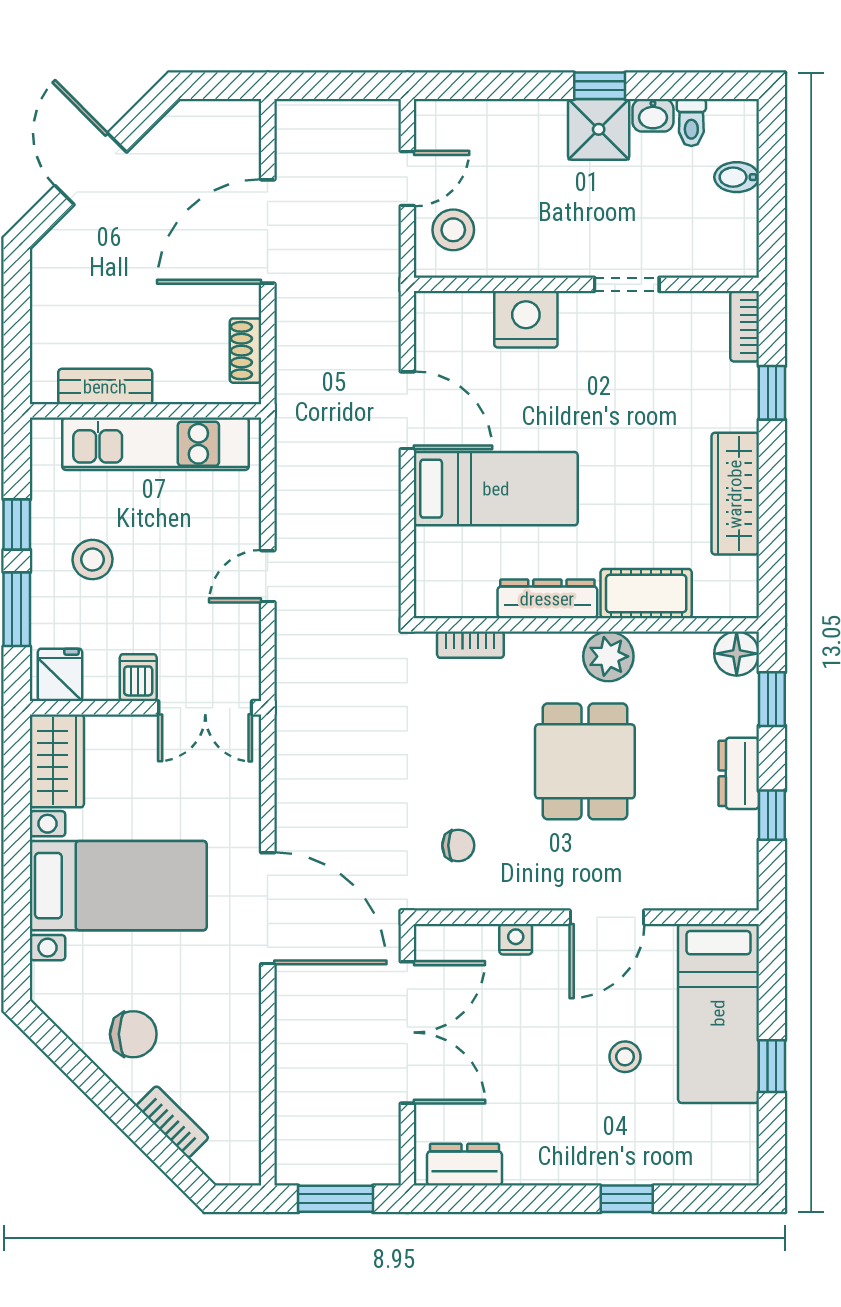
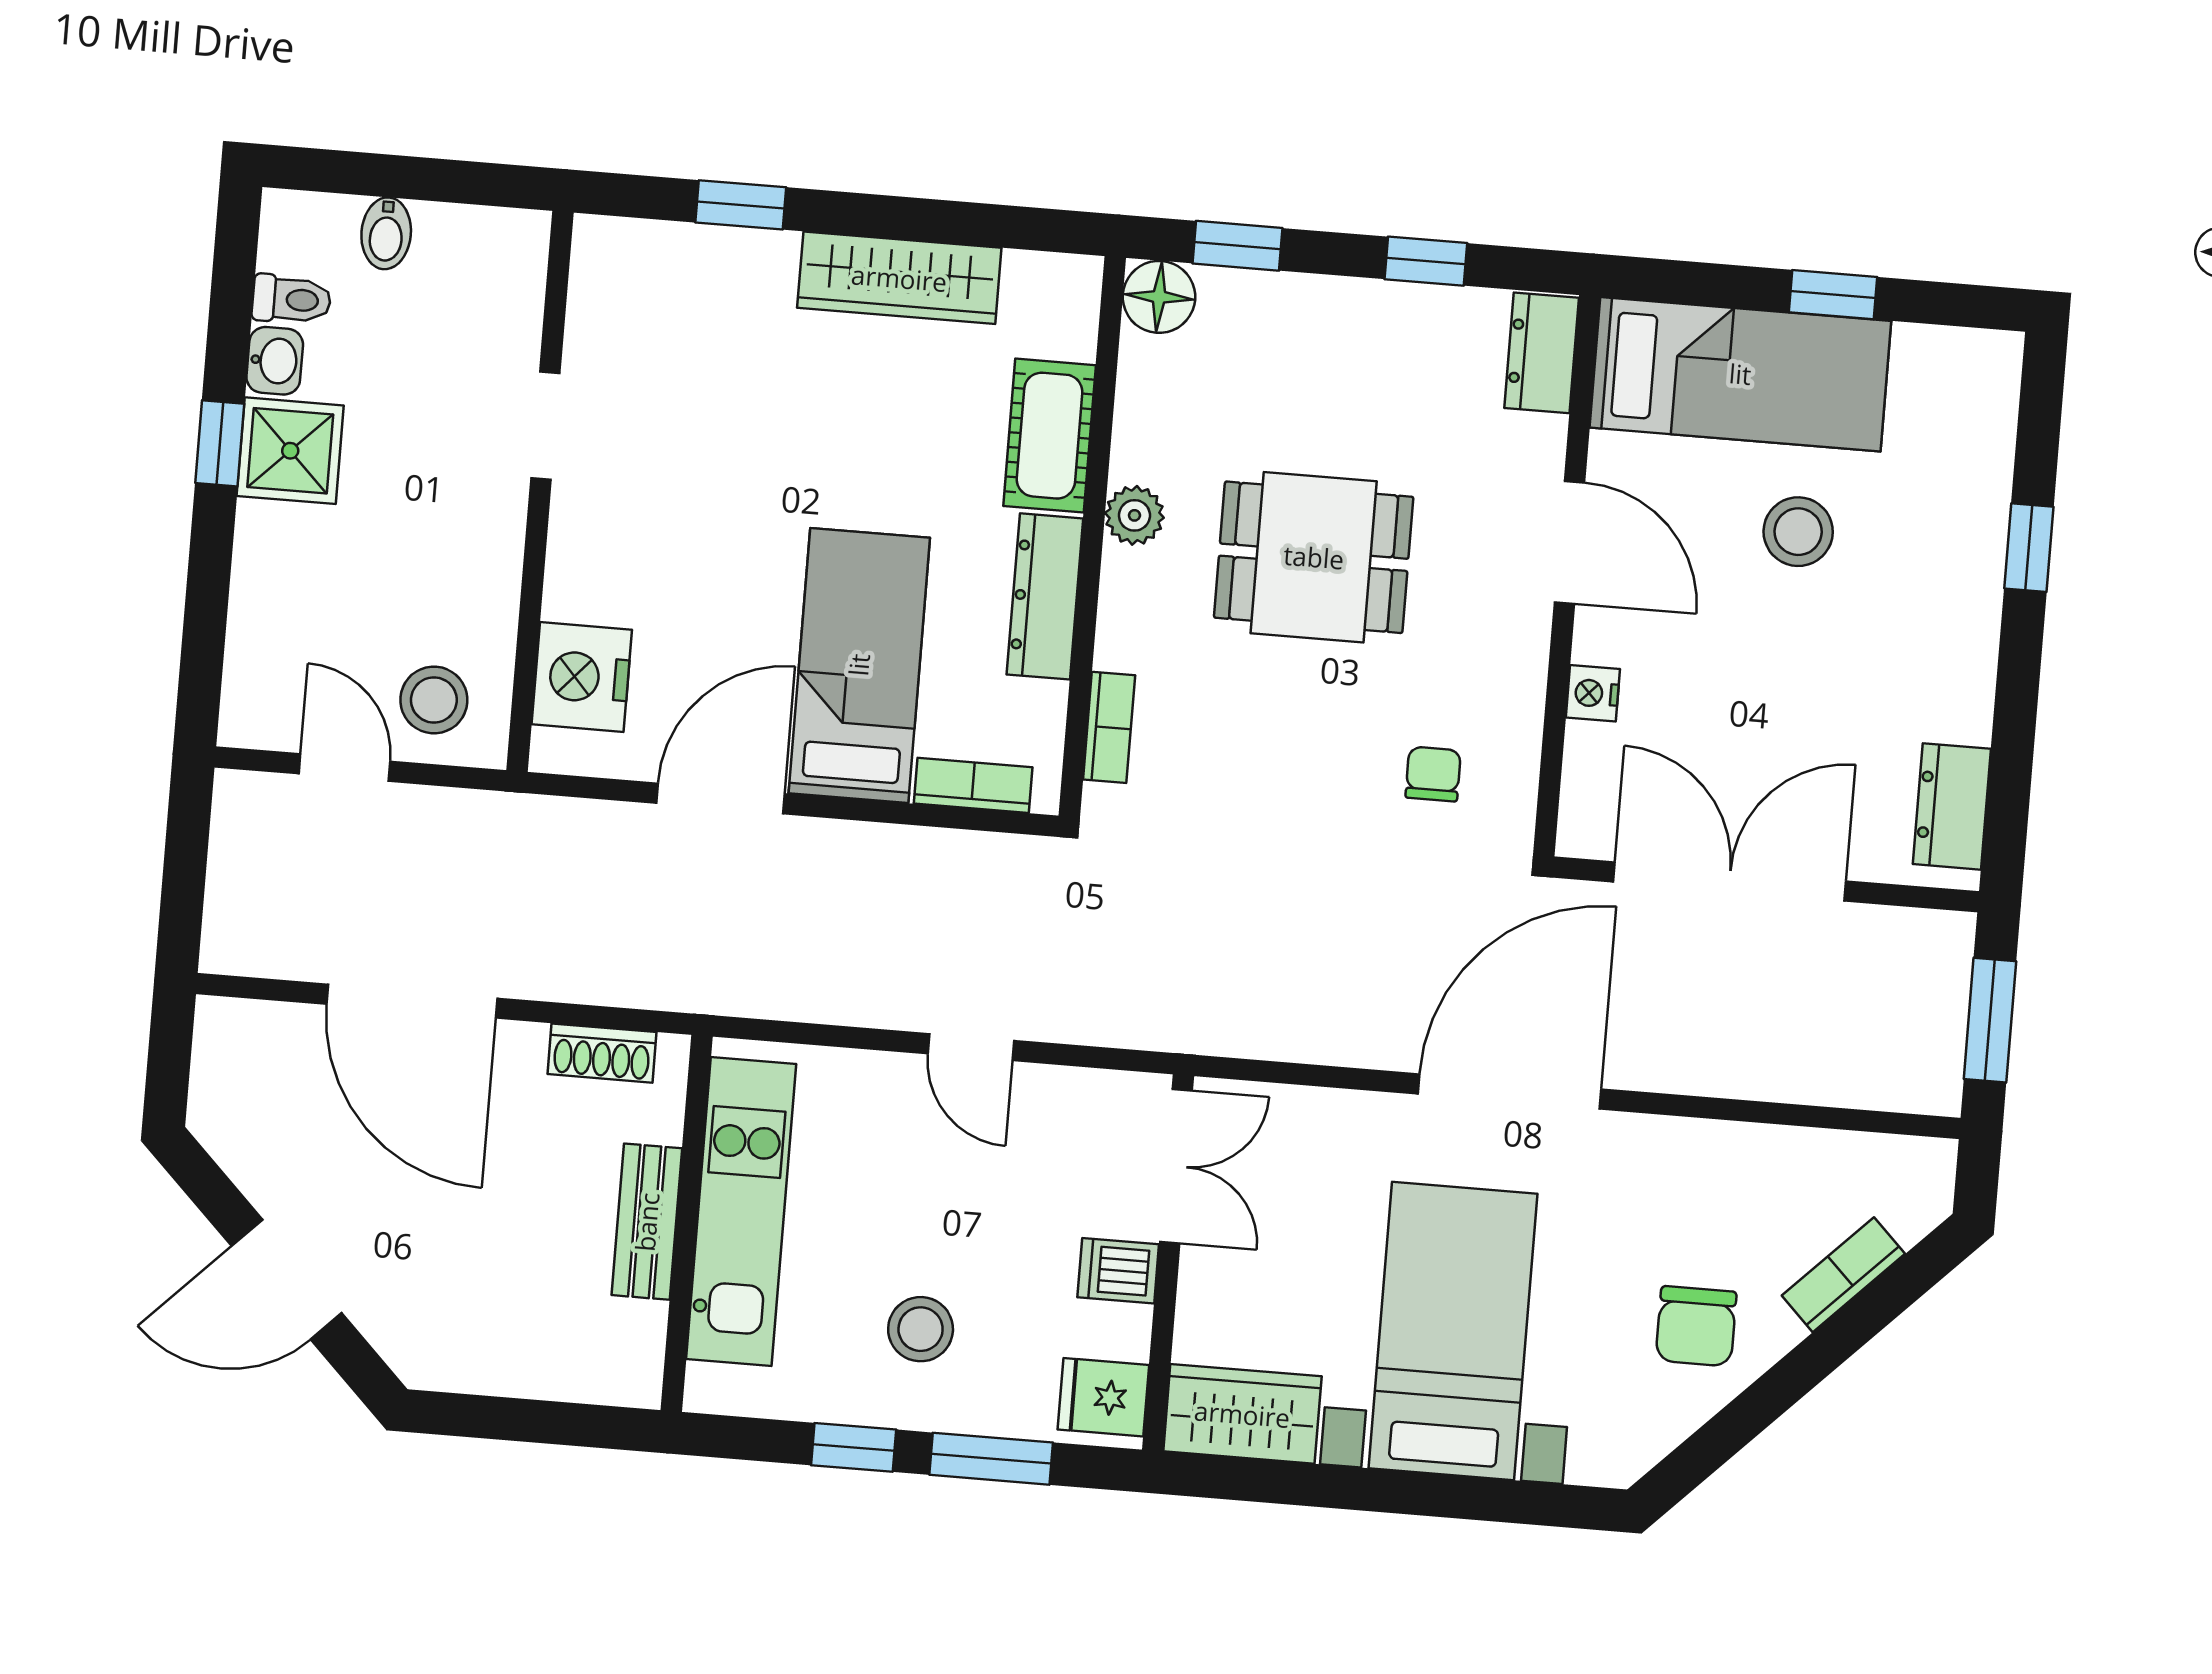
nightstand: (526, 319) -> (582, 677), moved
bookcase: (745, 326) -> (973, 785), moved, turned 180
bench: (105, 387) -> (647, 1222), moved
plant: (608, 656) -> (1134, 515), width x0.73, depth x0.73
dresser: (739, 773) -> (1542, 353), moved, turned 90
chair: (133, 1034) -> (1696, 1326), turned 180
stool: (625, 1057) -> (1798, 532), width x1.37, depth x1.37

